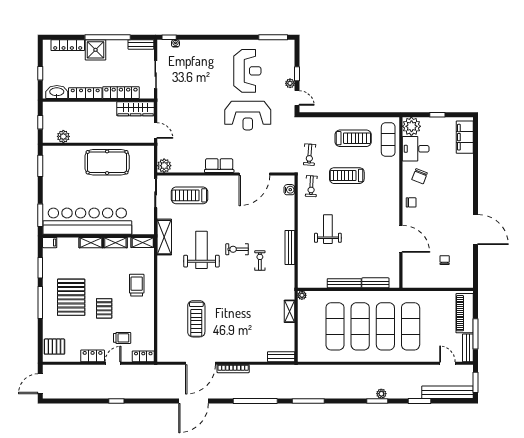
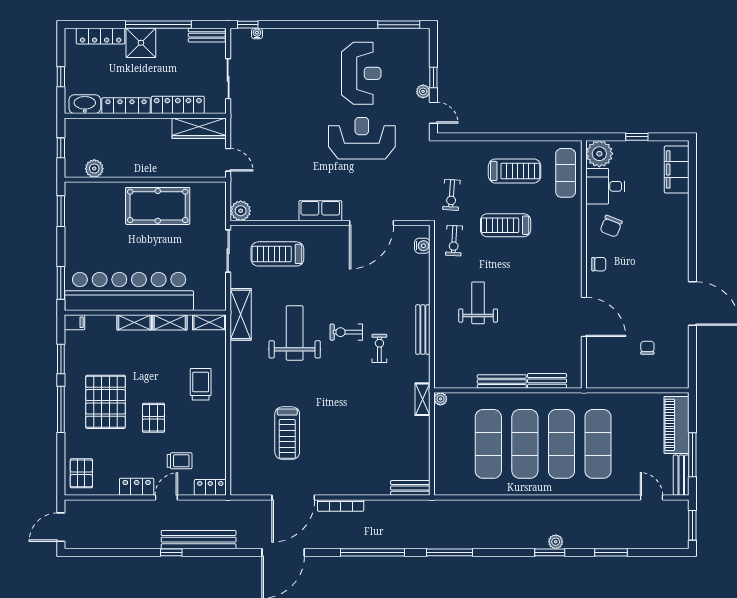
reception desk: (248, 116) -> (362, 138), turned 180
shelving: (290, 311) -> (422, 399), moved
pallet: (54, 347) -> (81, 473), turned 90
bench: (448, 392) -> (199, 540), moved

